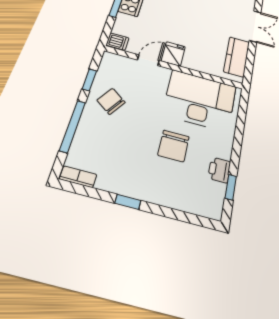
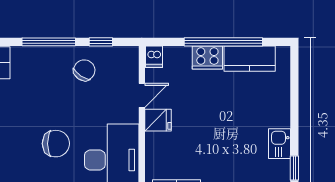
door: (148, 60) -> (142, 95), hinge flipped
chair: (174, 146) -> (56, 144), turned 180

